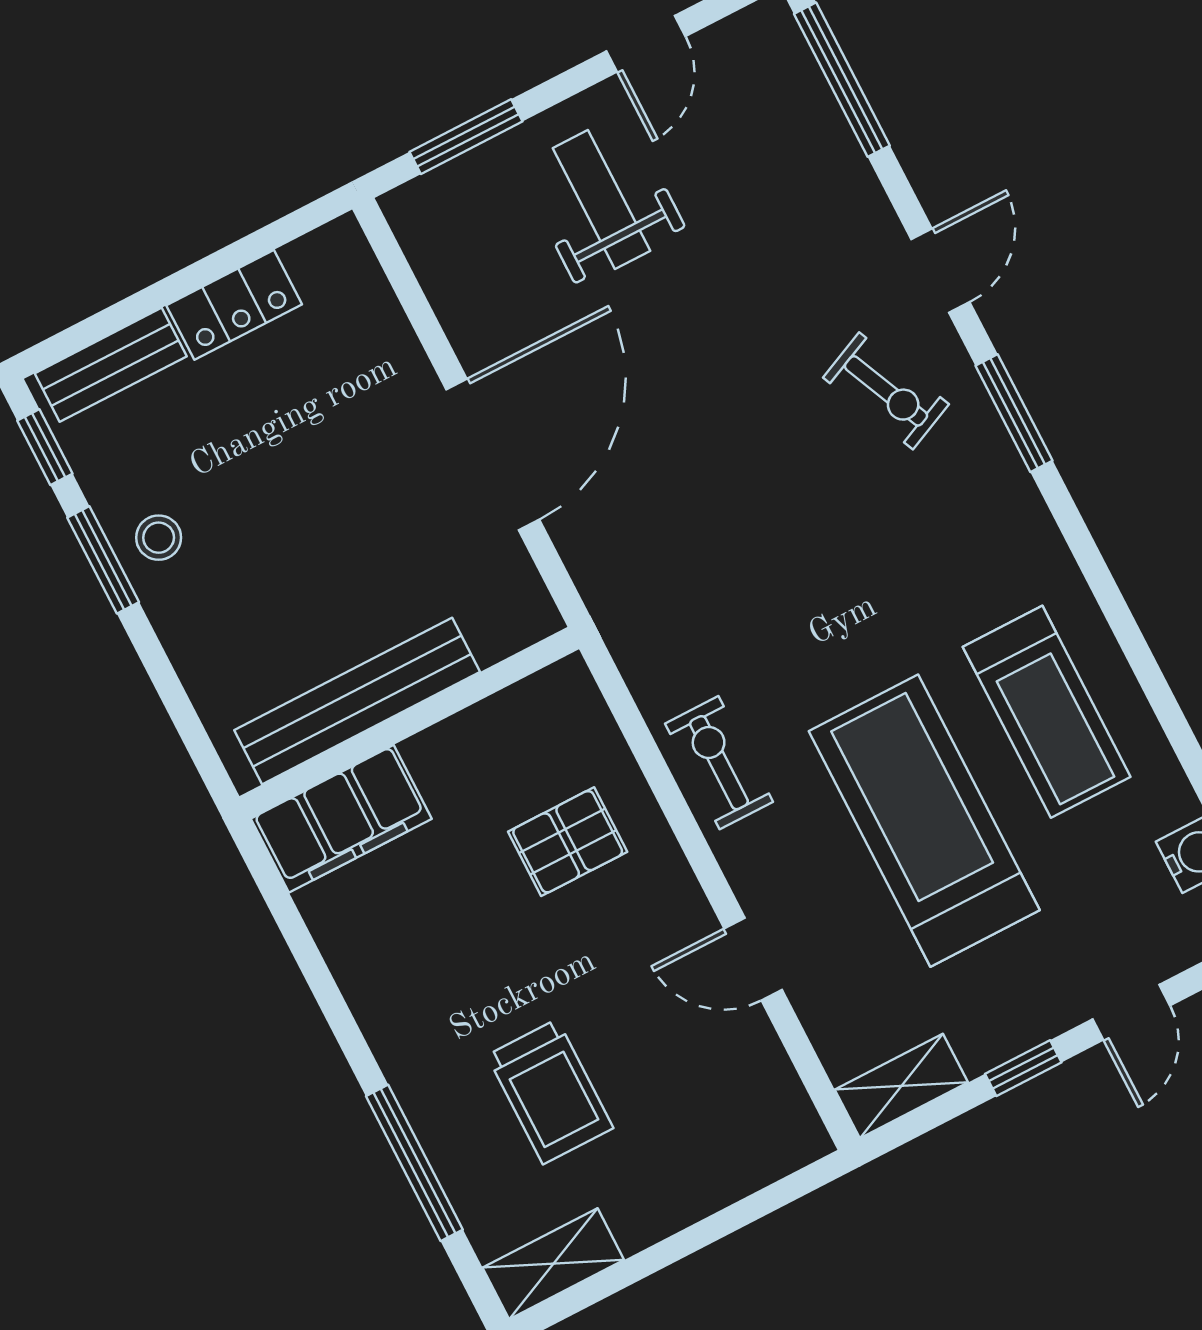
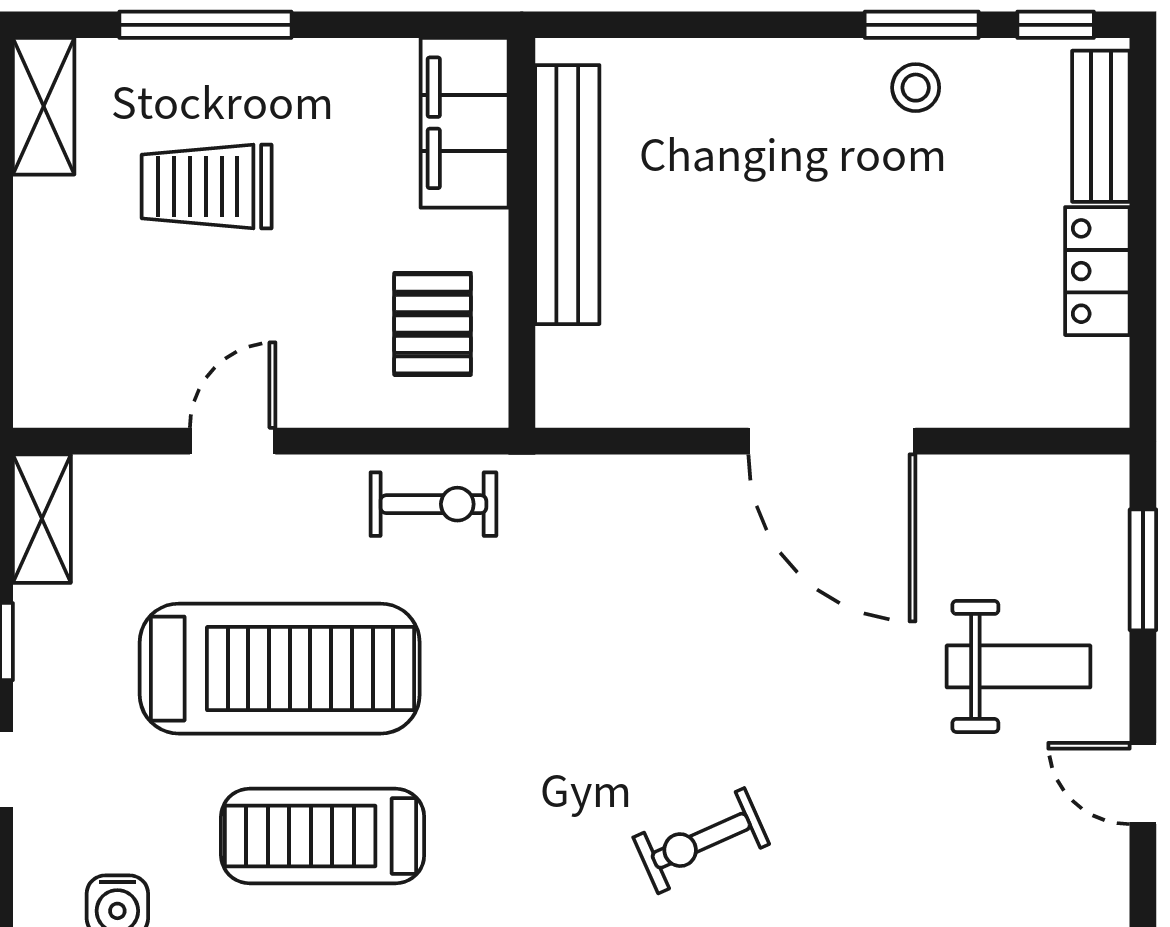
bench: (357, 701) -> (567, 195), moved
wall: (409, 723) -> (522, 233), moved
filing cabinet: (341, 819) -> (465, 123), moved

